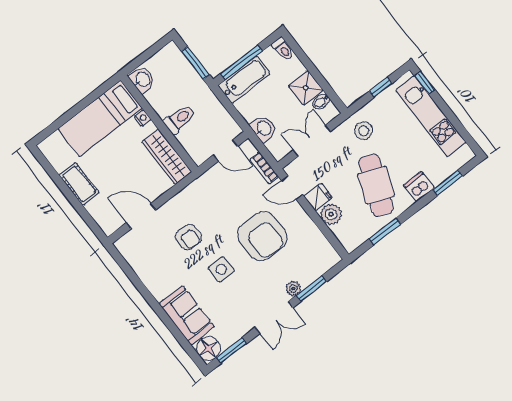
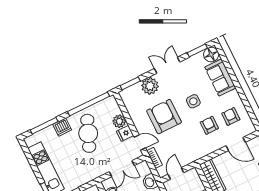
stool: (364, 131) -> (89, 168), removed
door: (225, 151) -> (176, 173), hinge flipped
window: (447, 183) -> (44, 126), width x1.44
window: (385, 231) -> (89, 104), width x2.11
armchair: (158, 258) -> (231, 116), added
window: (311, 288) -> (130, 83), moved
plant: (293, 289) -> (150, 86), width x1.88, depth x1.88

